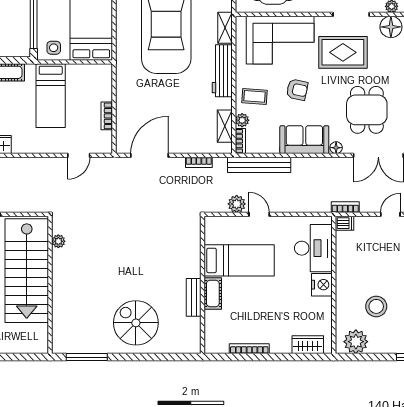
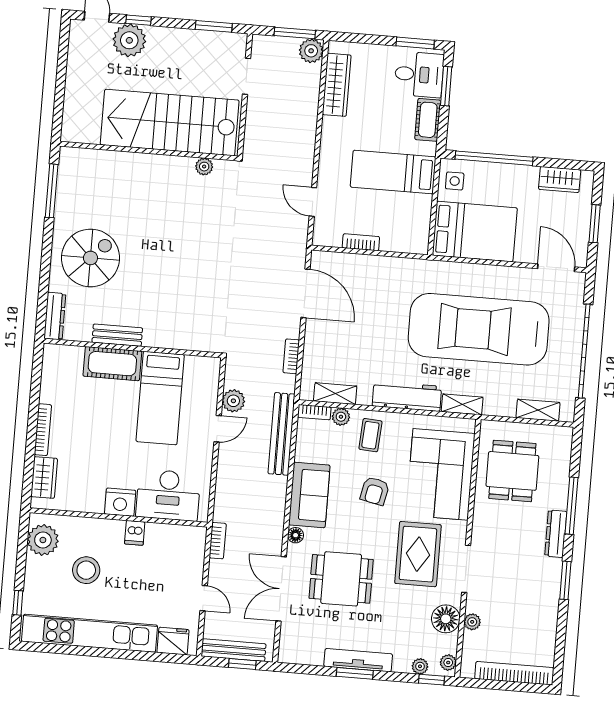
dishwasher: (344, 223) -> (135, 533), moved
cot: (213, 293) -> (112, 364), width x1.37, depth x1.34
dresser: (183, 347) -> (55, 316), added
bookcase: (249, 349) -> (43, 430), moved

